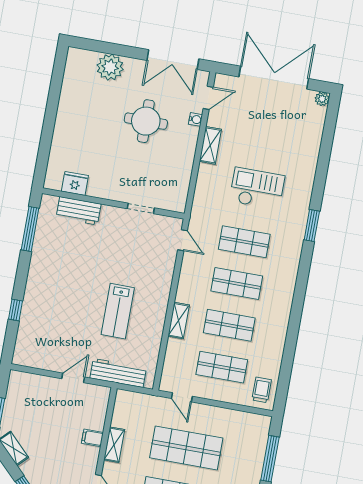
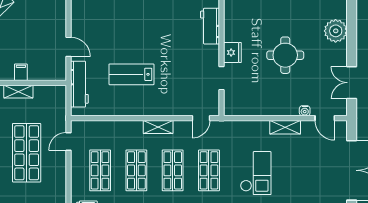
double door: (173, 60) -> (352, 83), width x0.73
round table: (146, 121) -> (285, 55), moved
fridge: (75, 183) -> (232, 53), moved
shelving: (179, 321) -> (158, 127), moved

